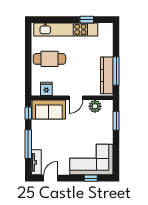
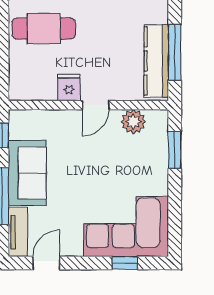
fridge: (46, 89) -> (69, 87), moved
sofa: (49, 110) -> (27, 173), moved, turned -90

